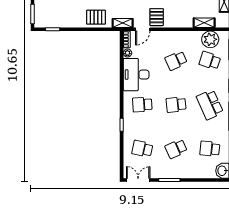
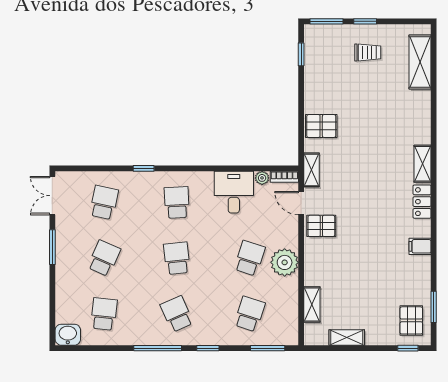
pallet: (96, 17) -> (321, 126), turned 90
plant: (210, 39) -> (285, 262), moved
school desk: (176, 61) -> (250, 258), turned 42
desk: (136, 75) -> (234, 192), width x0.73
school desk: (210, 105) -> (177, 314), width x0.54
school desk: (176, 149) -> (104, 258), turned 48
double door: (138, 180) -> (52, 196), swing flipped

